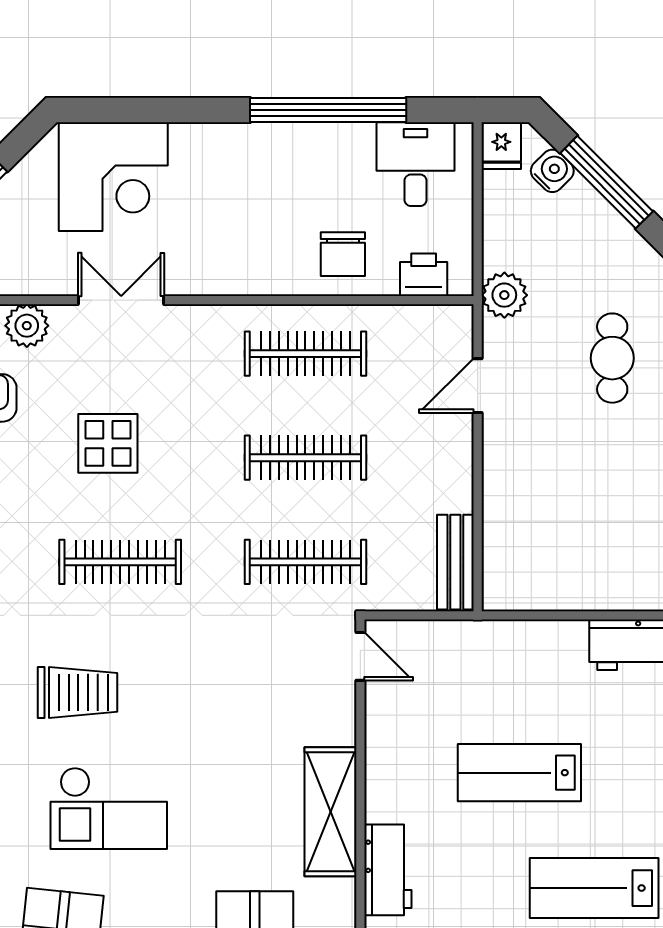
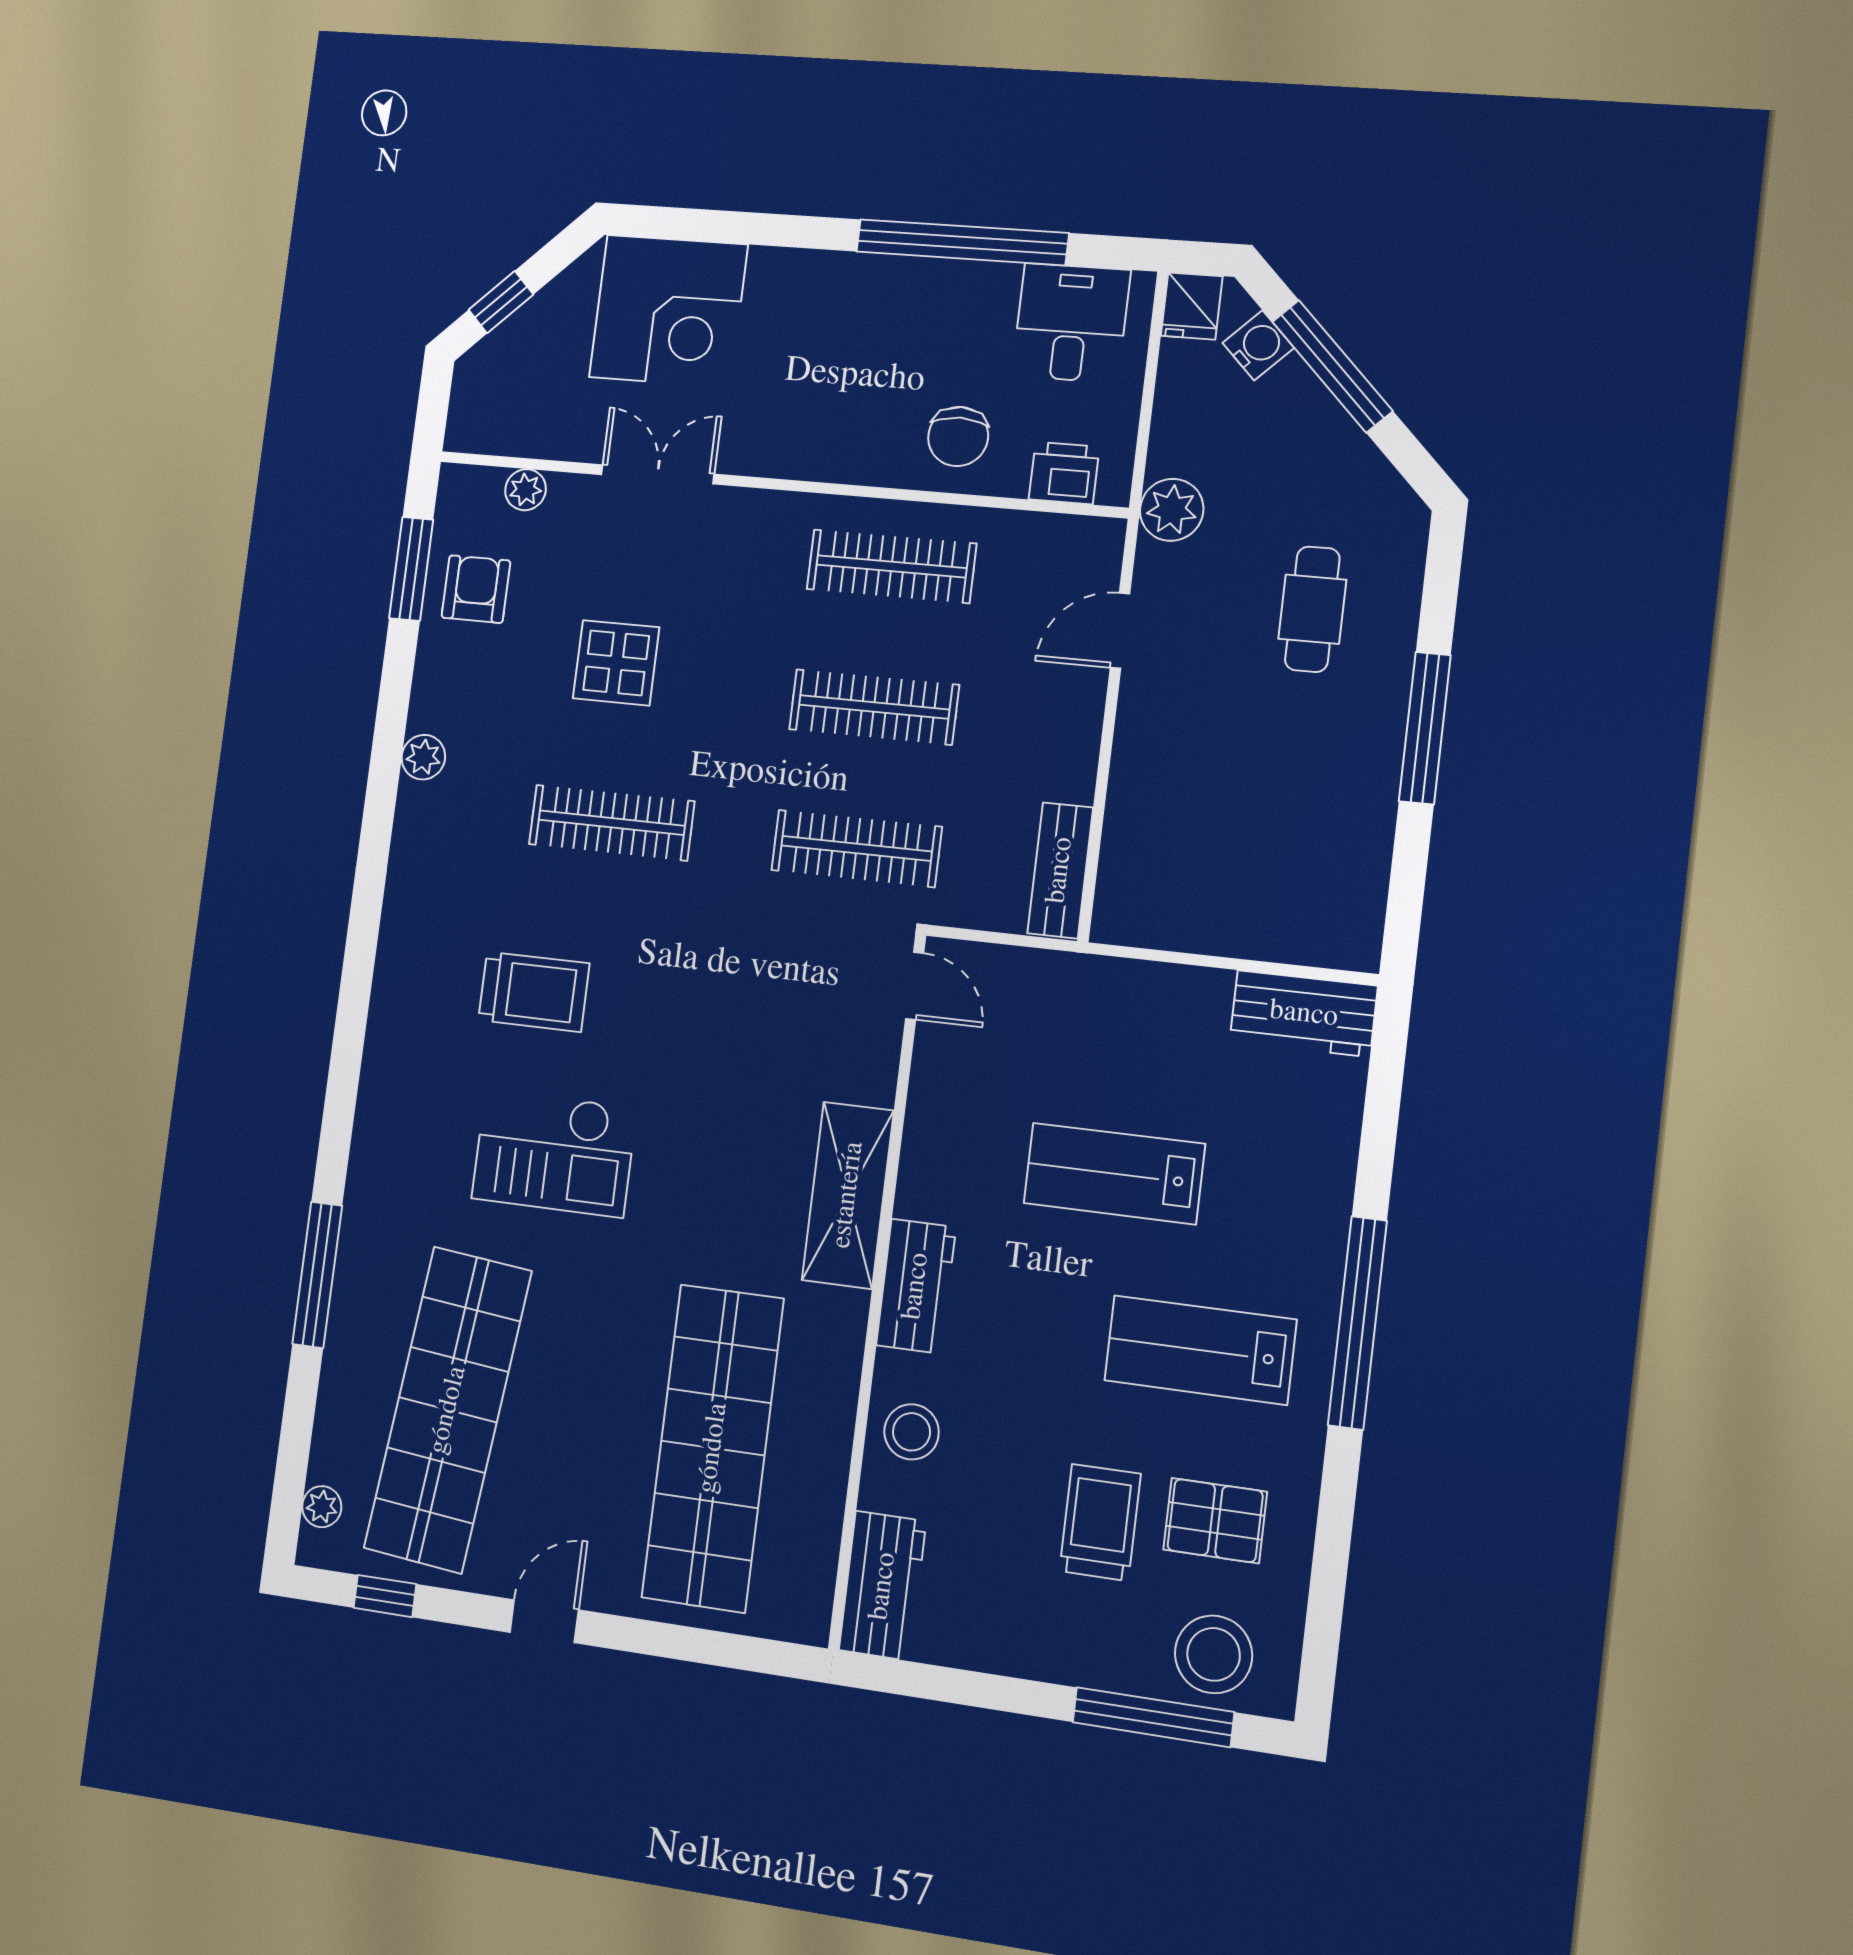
plant: (27, 326) -> (525, 490), width x0.73, depth x0.73

